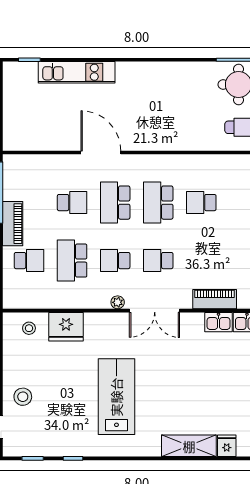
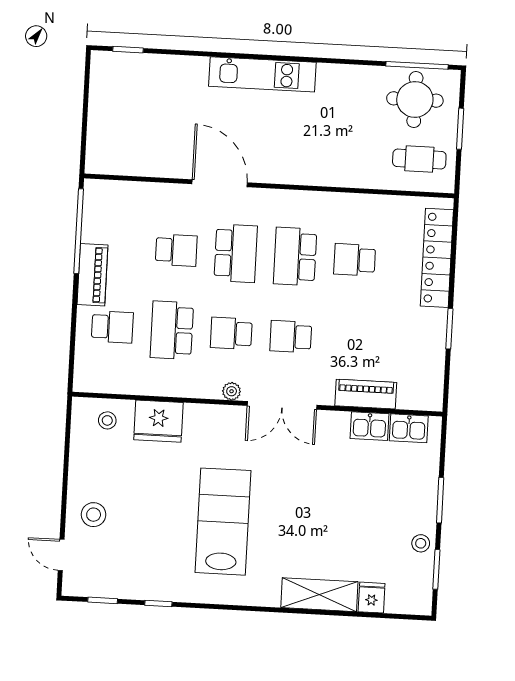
kitchen unit: (77, 72) -> (262, 74), moved
school desk: (115, 203) -> (236, 253), turned 180

